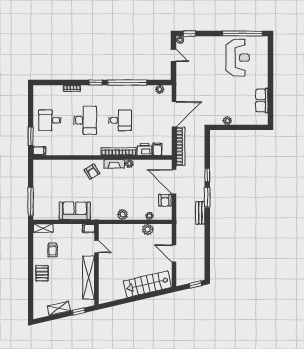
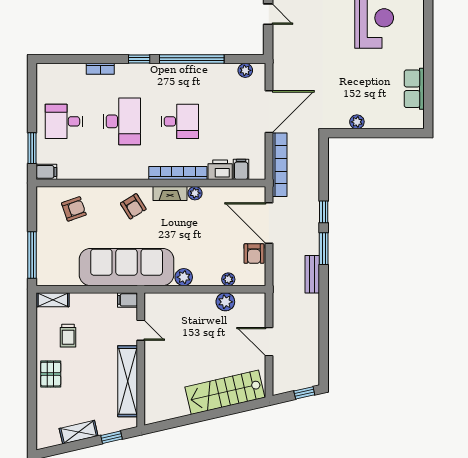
armchair: (56, 173) -> (74, 209), added
sofa: (75, 211) -> (127, 267), width x1.85, depth x1.27

